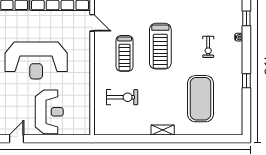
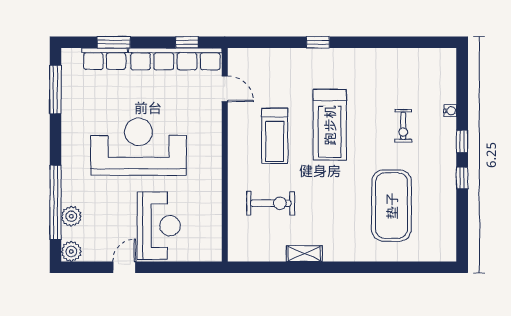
window: (246, 18) -> (462, 141), moved
reception desk: (36, 61) -> (139, 147), turned 180
shelving: (163, 130) -> (304, 254), moved
door: (17, 139) -> (124, 267), moved

